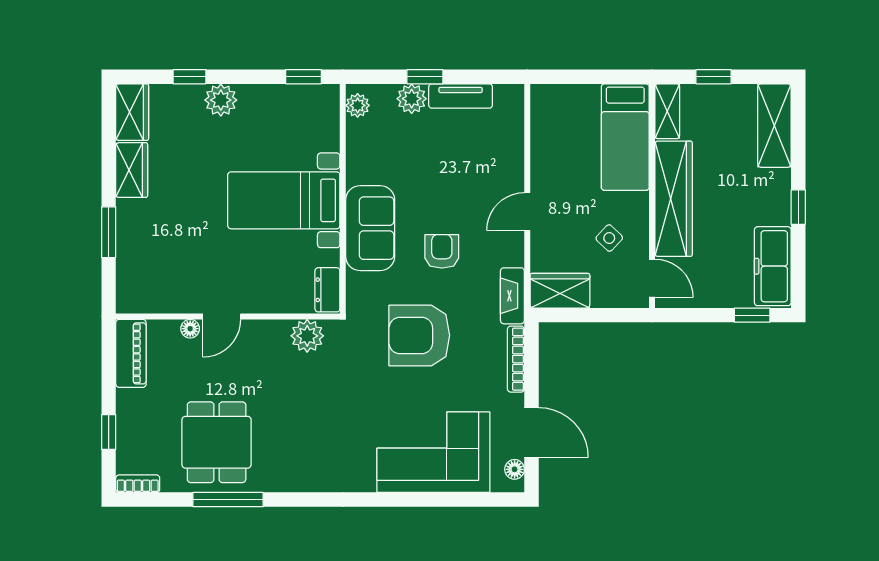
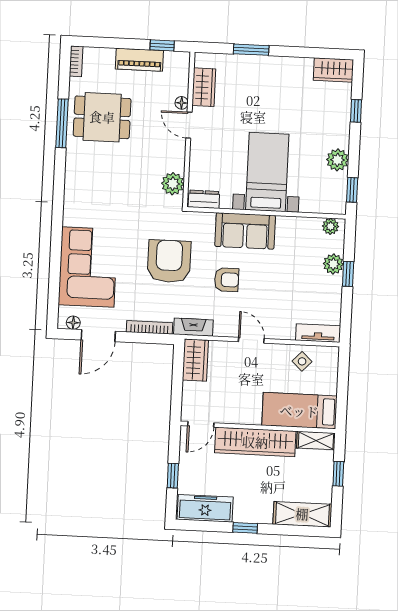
tv unit: (461, 96) -> (318, 333), moved, turned 90
plant: (221, 100) -> (337, 160), moved
wardrobe: (132, 170) -> (204, 87), moved, turned -90
side table: (609, 238) -> (302, 361), moved
window: (752, 315) -> (173, 476), moved
piano: (131, 353) -> (139, 60), moved
window: (109, 432) -> (162, 45), moved

